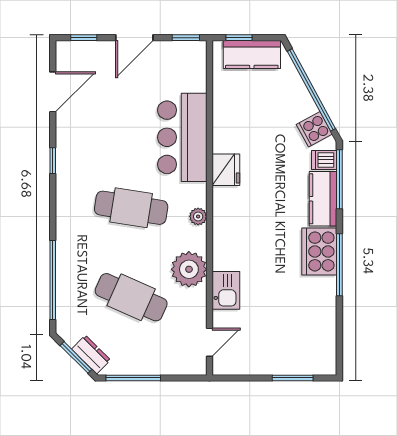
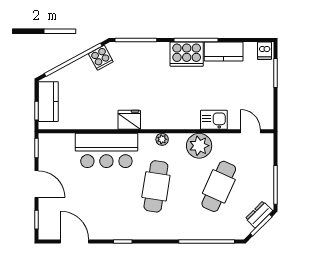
dishwasher: (324, 160) -> (264, 51), moved
kitchen counter: (323, 199) -> (224, 52), moved

